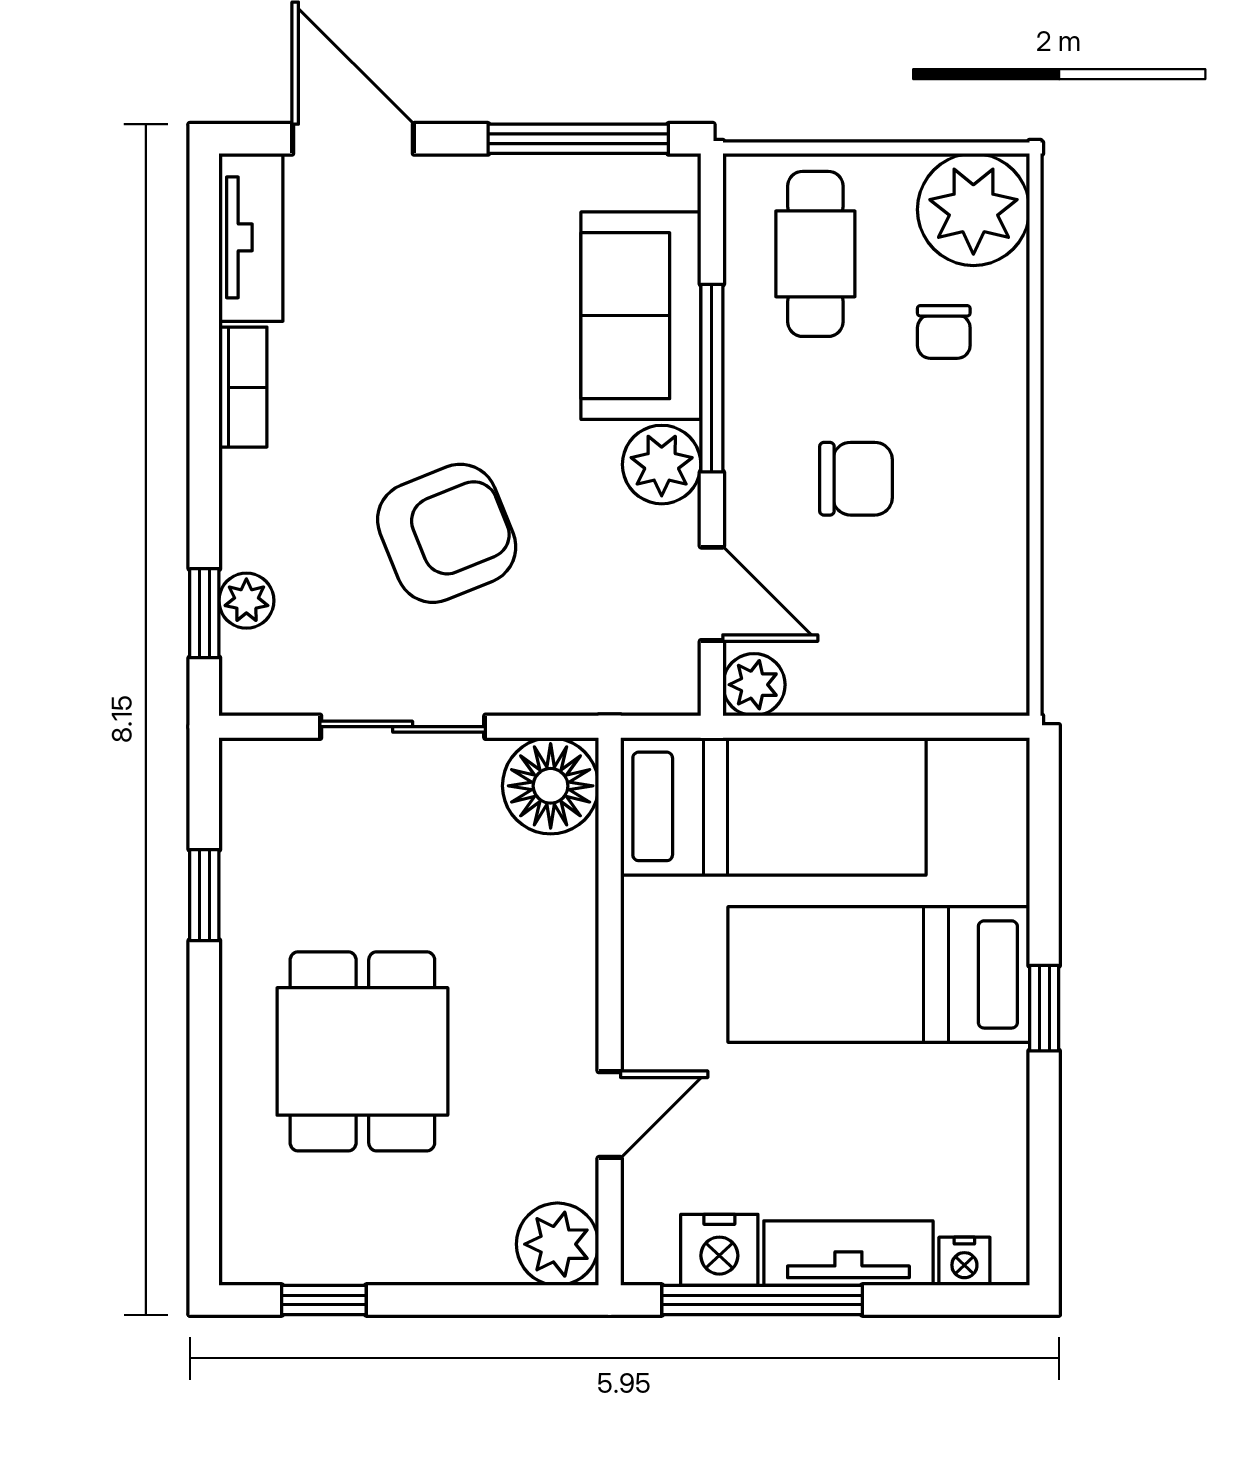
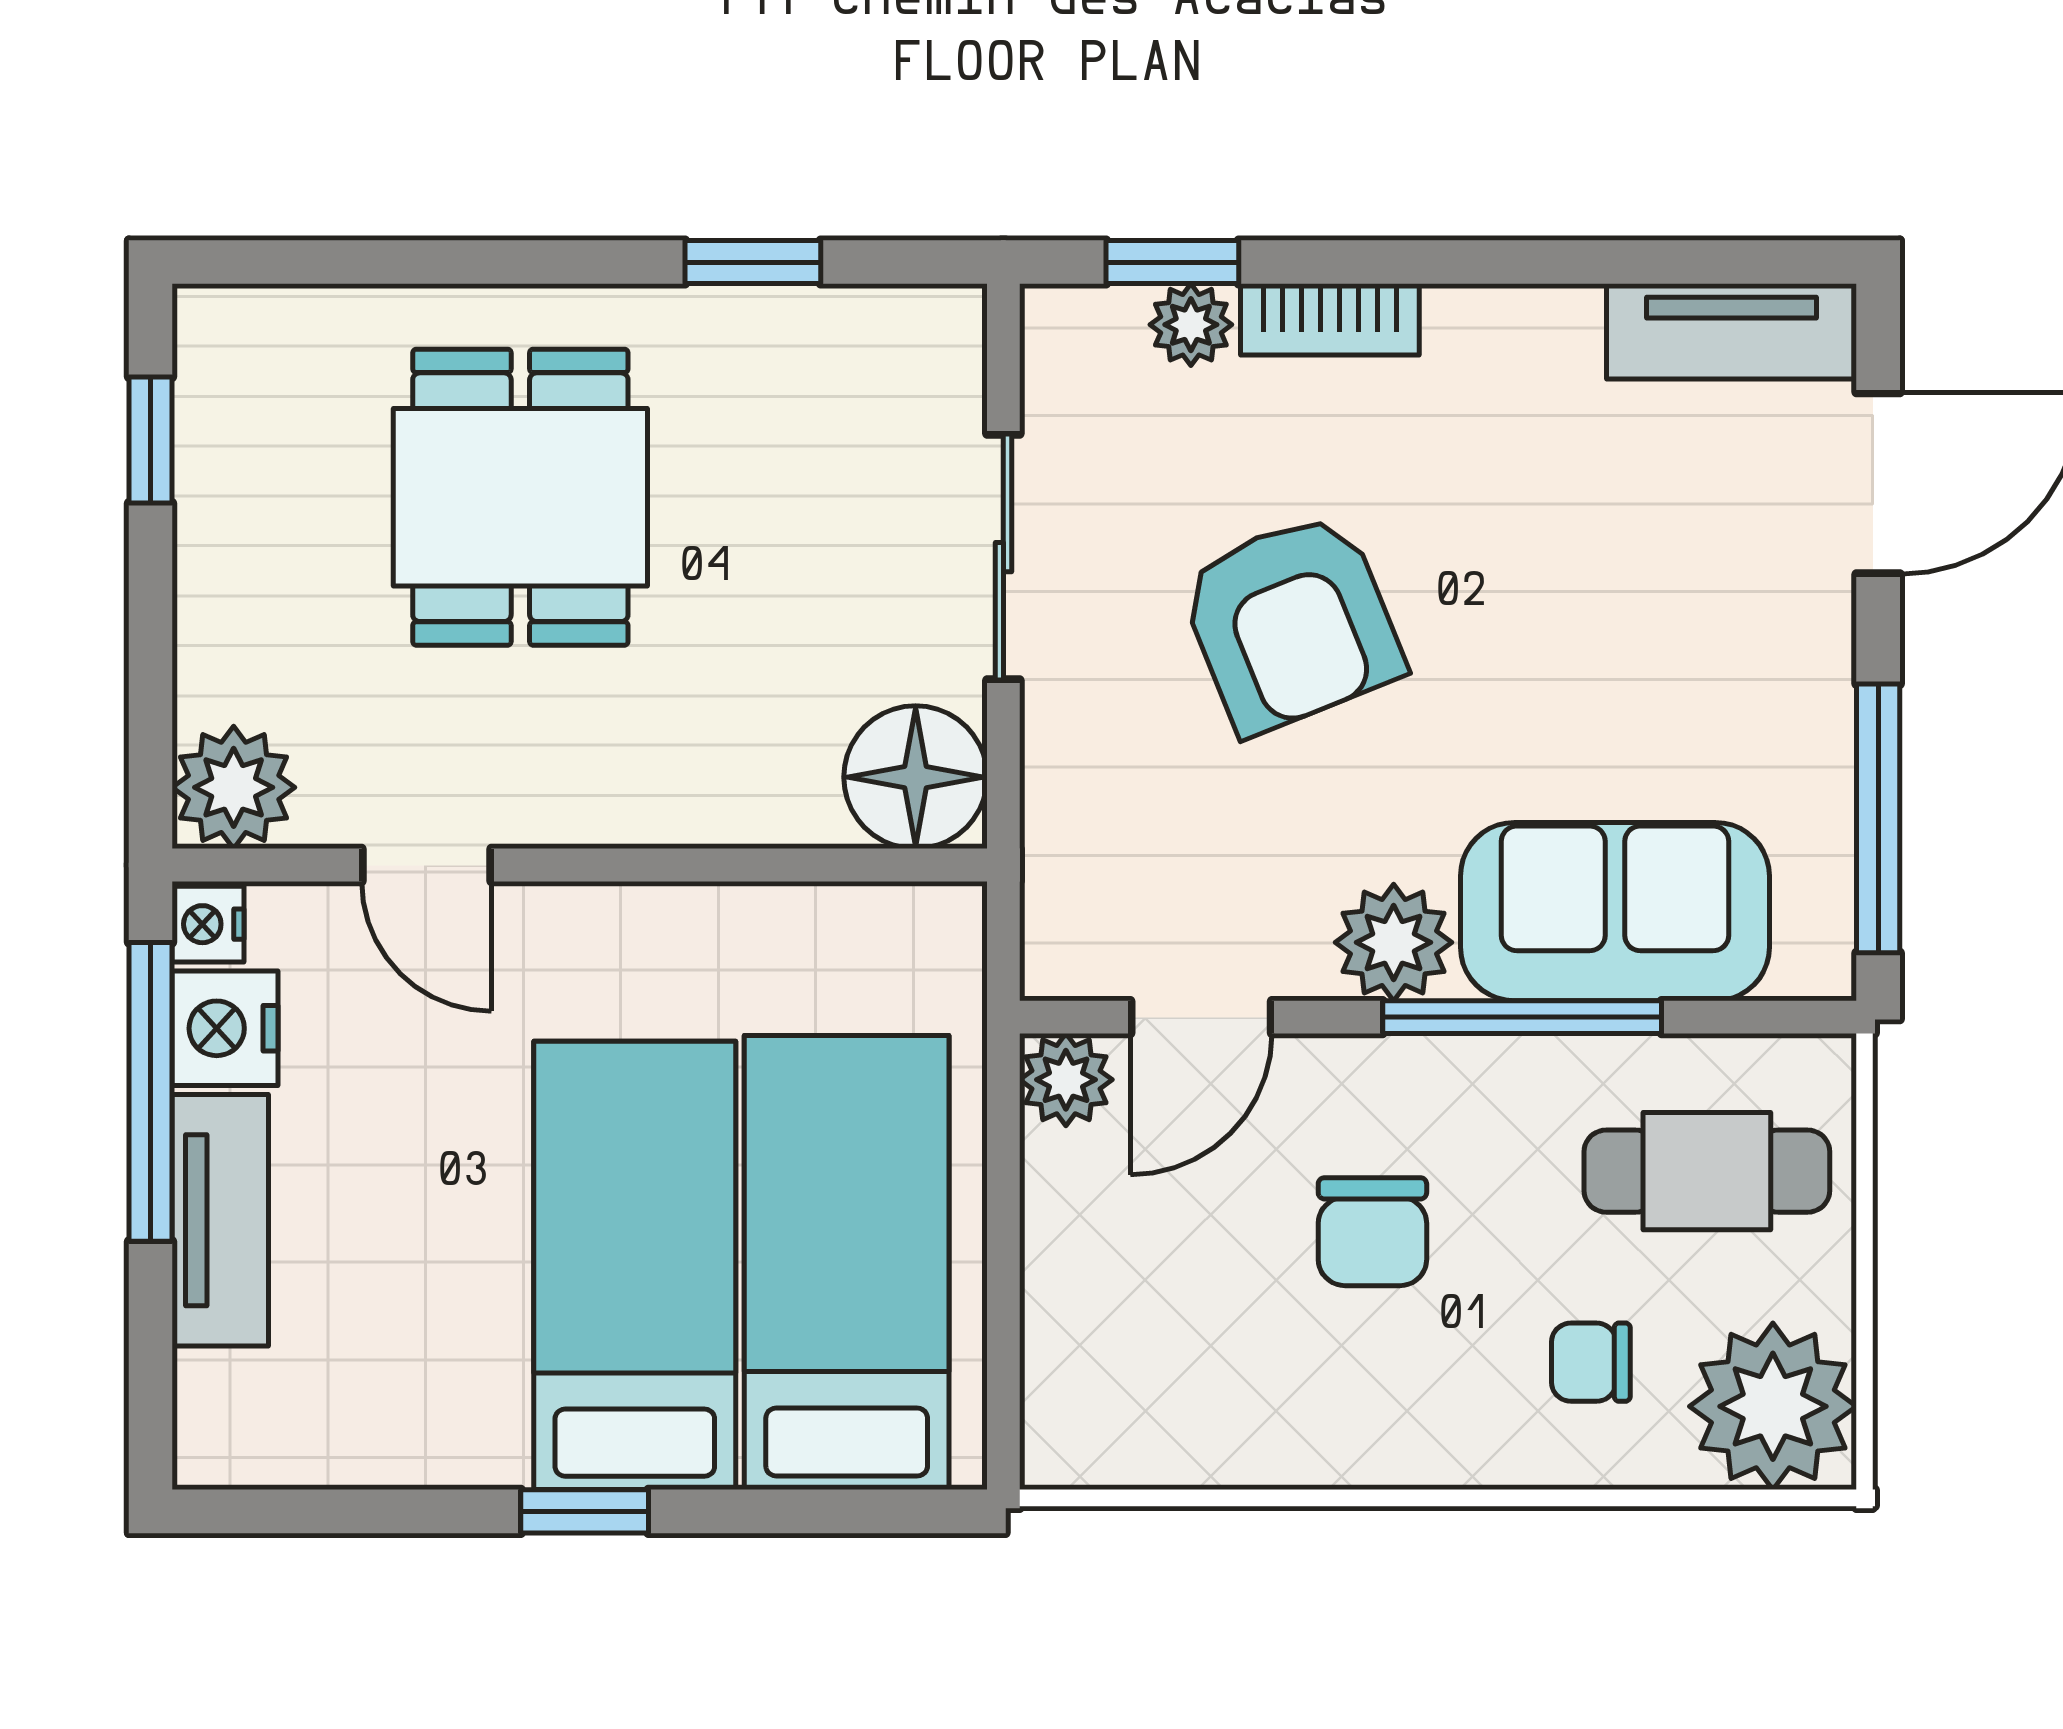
bookcase: (243, 387) -> (1330, 319), moved
bed: (773, 806) -> (847, 1263), moved, turned 180
dining table: (362, 1051) -> (520, 497), turned 90
nightstand: (964, 1261) -> (208, 924), moved

